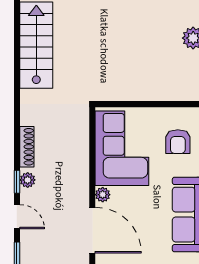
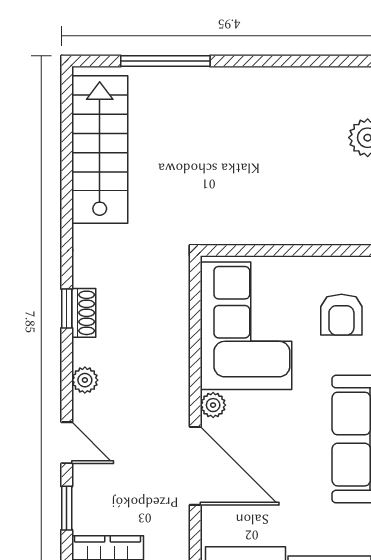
shoe rack: (27, 147) -> (84, 313), width x0.70
window: (17, 182) -> (67, 308), moved

